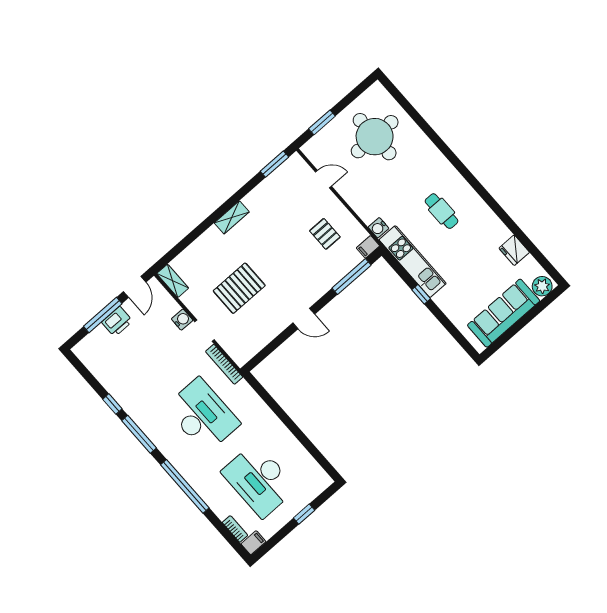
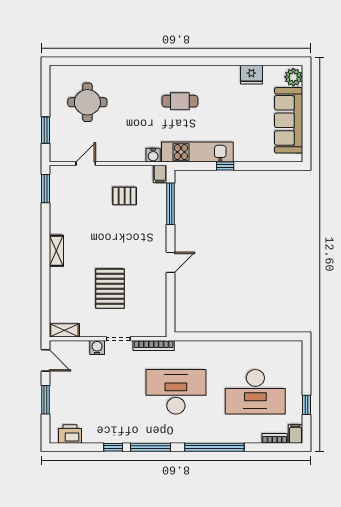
round table: (375, 137) -> (87, 102), width x0.73, depth x0.73
window: (103, 315) -> (45, 400), width x0.69
printer: (117, 322) -> (70, 434), moved, turned -90
window: (304, 514) -> (306, 405), moved

